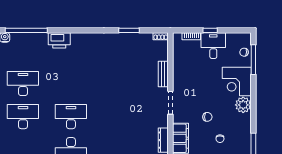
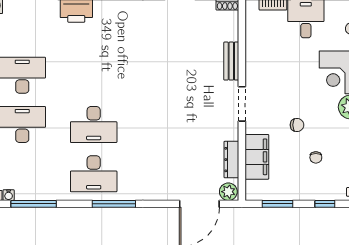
desk: (71, 117) -> (94, 125), turned 180

